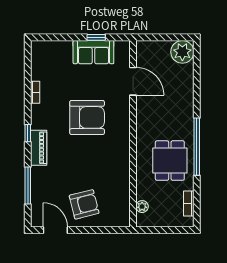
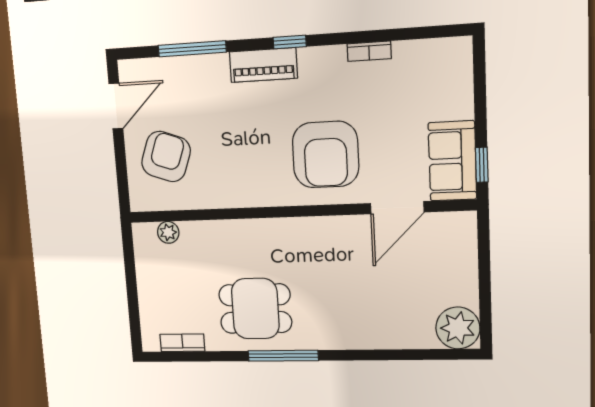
door: (133, 81) -> (397, 208), moved
wall: (133, 134) -> (298, 211), moved
window: (197, 147) -> (283, 356), width x0.68
armchair: (84, 204) -> (166, 157), turned -146
plant: (142, 207) -> (168, 232), moved

